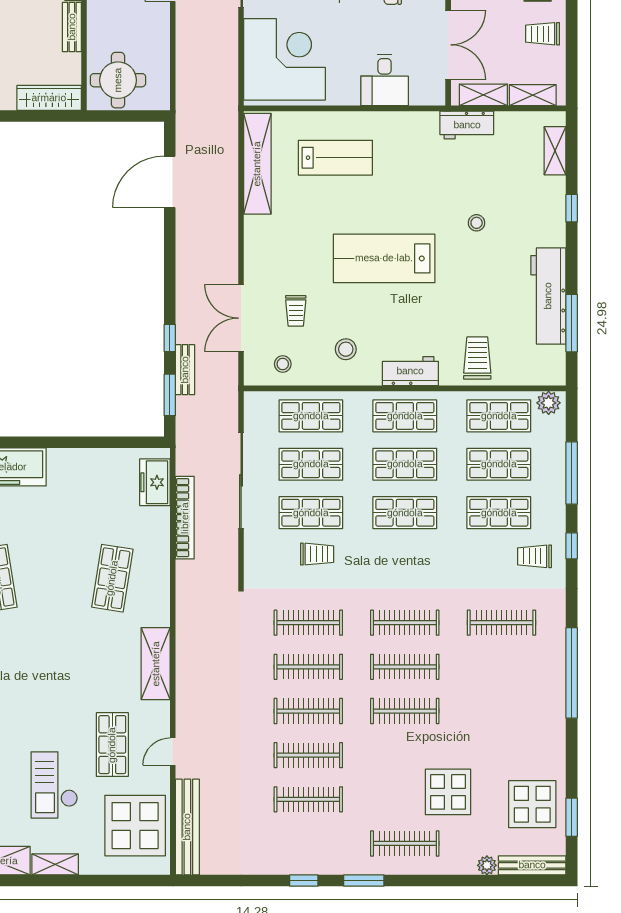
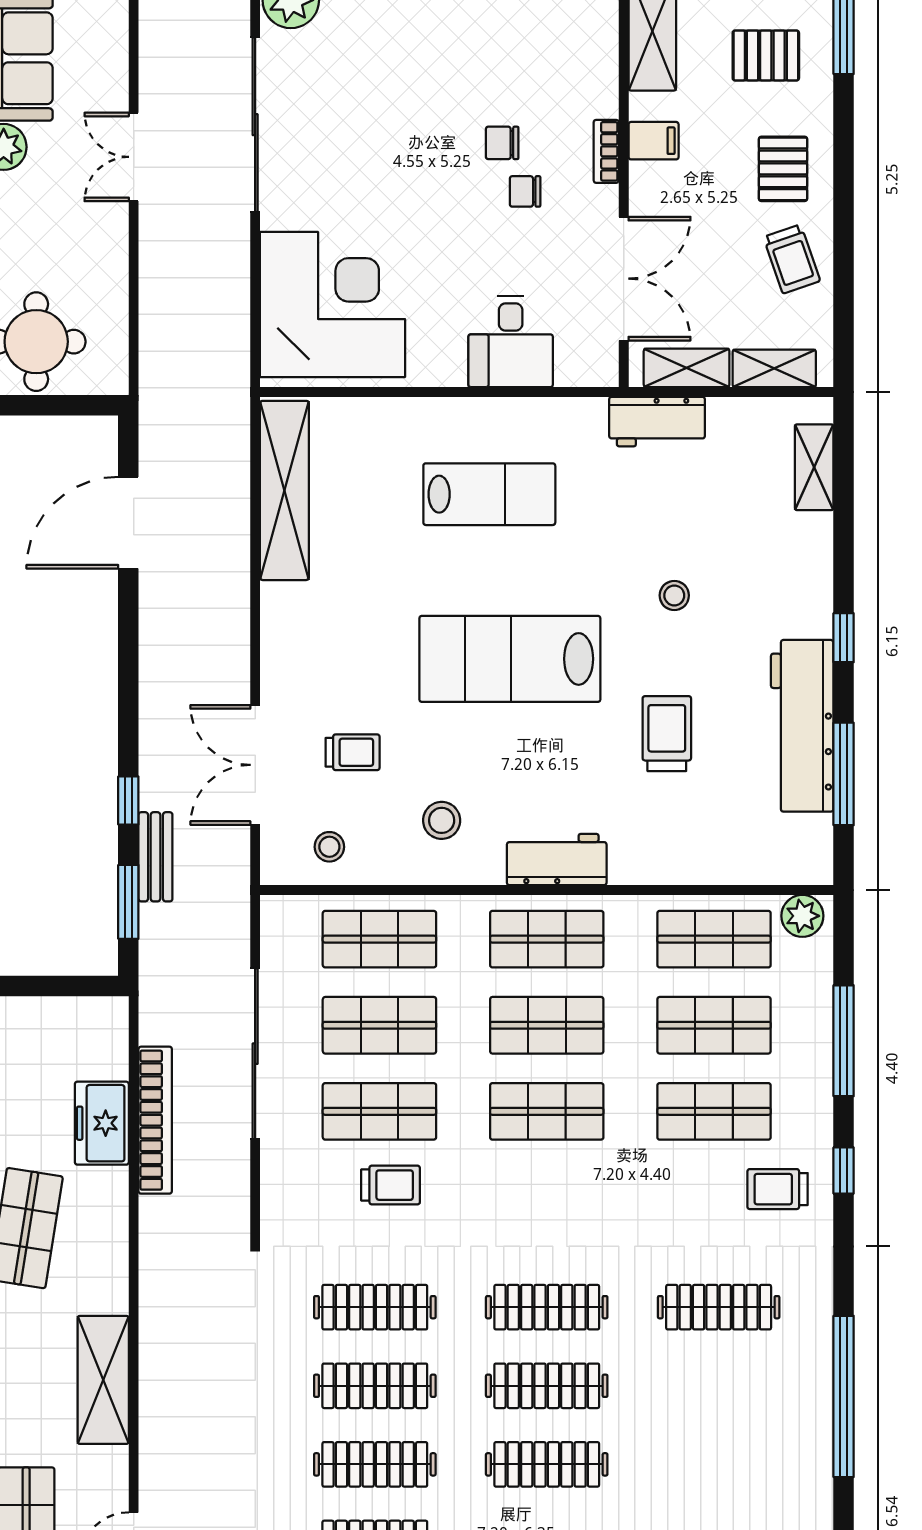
trolley: (543, 34) -> (792, 259), turned -109
lab bench: (335, 158) -> (489, 494), moved
window: (572, 208) -> (844, 638), moved
trolley: (296, 311) -> (353, 752), turned -90
trolley: (477, 358) -> (667, 734), moved
freezer: (155, 482) -> (102, 1123), moved

